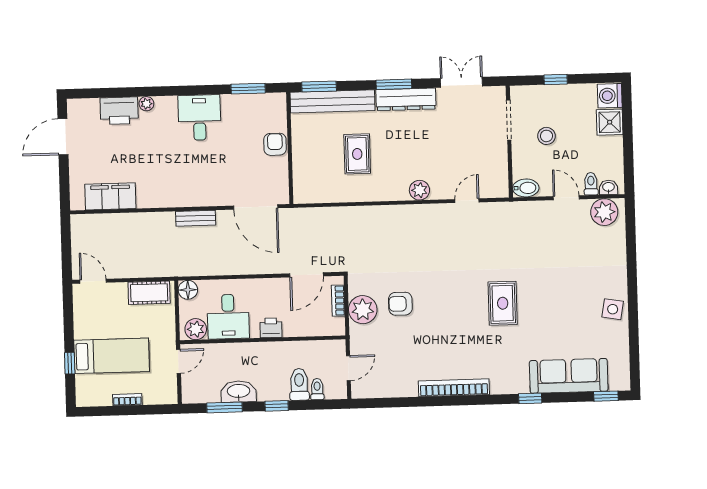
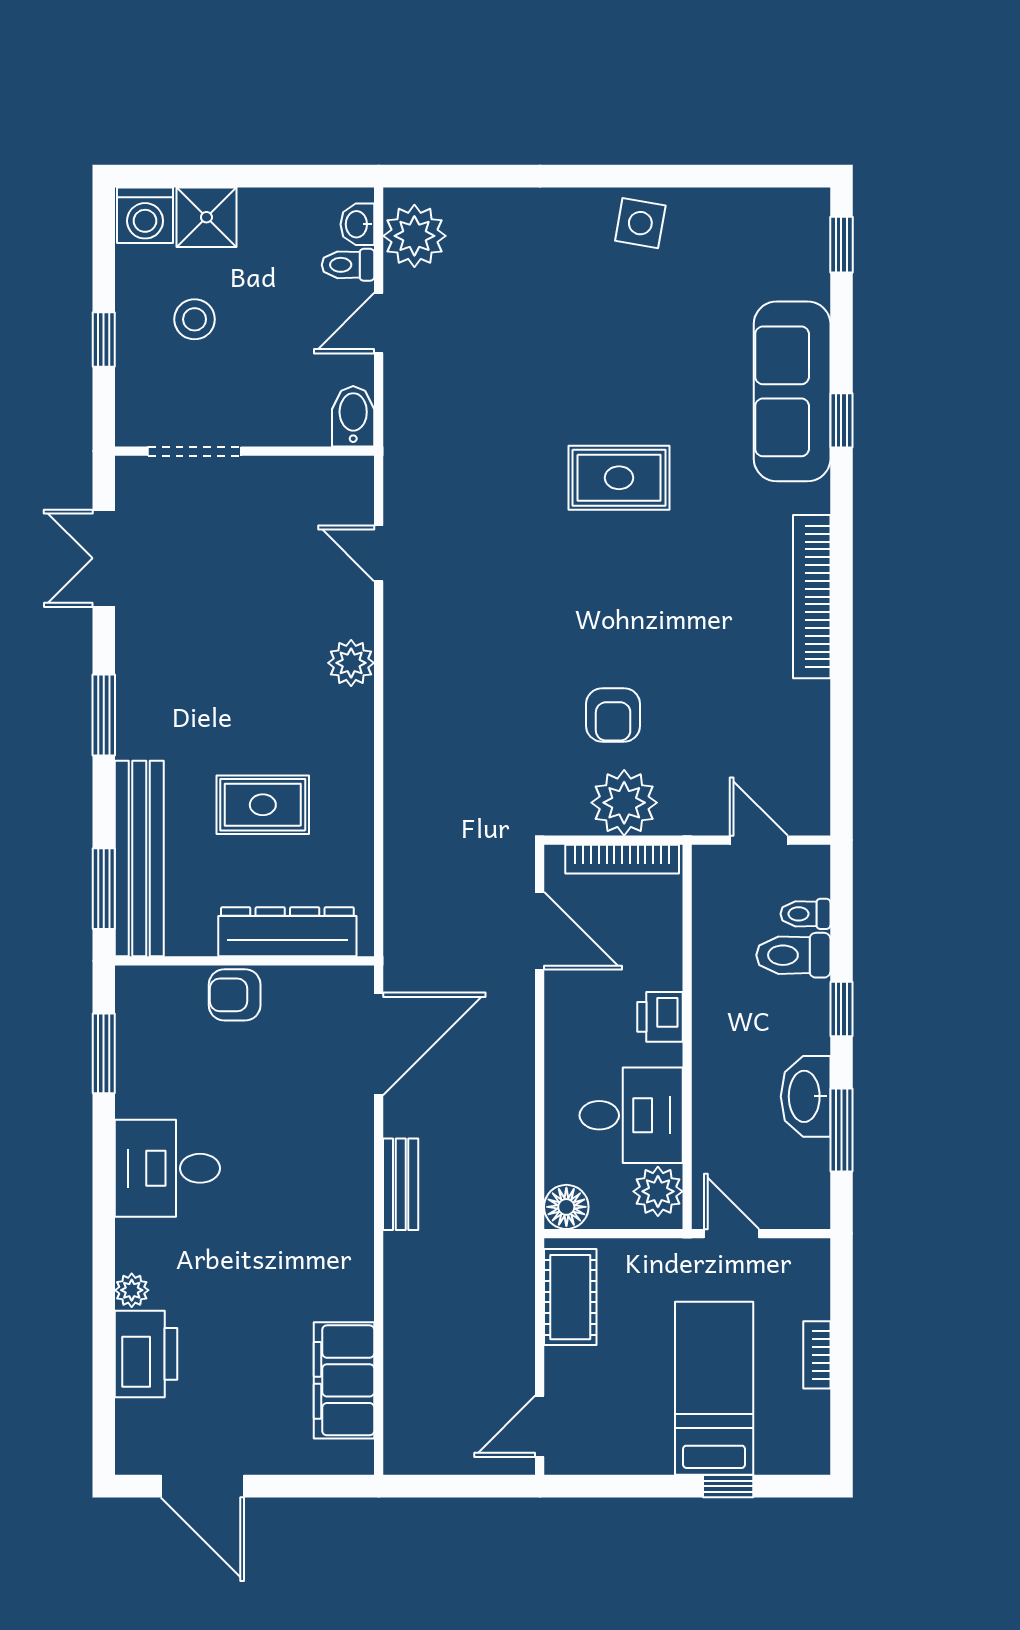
dresser: (406, 99) -> (287, 932), moved, turned -90
stool: (546, 136) -> (195, 319), moved
bookcase: (338, 301) -> (622, 859), width x1.56
sofa: (569, 376) -> (792, 391), moved

